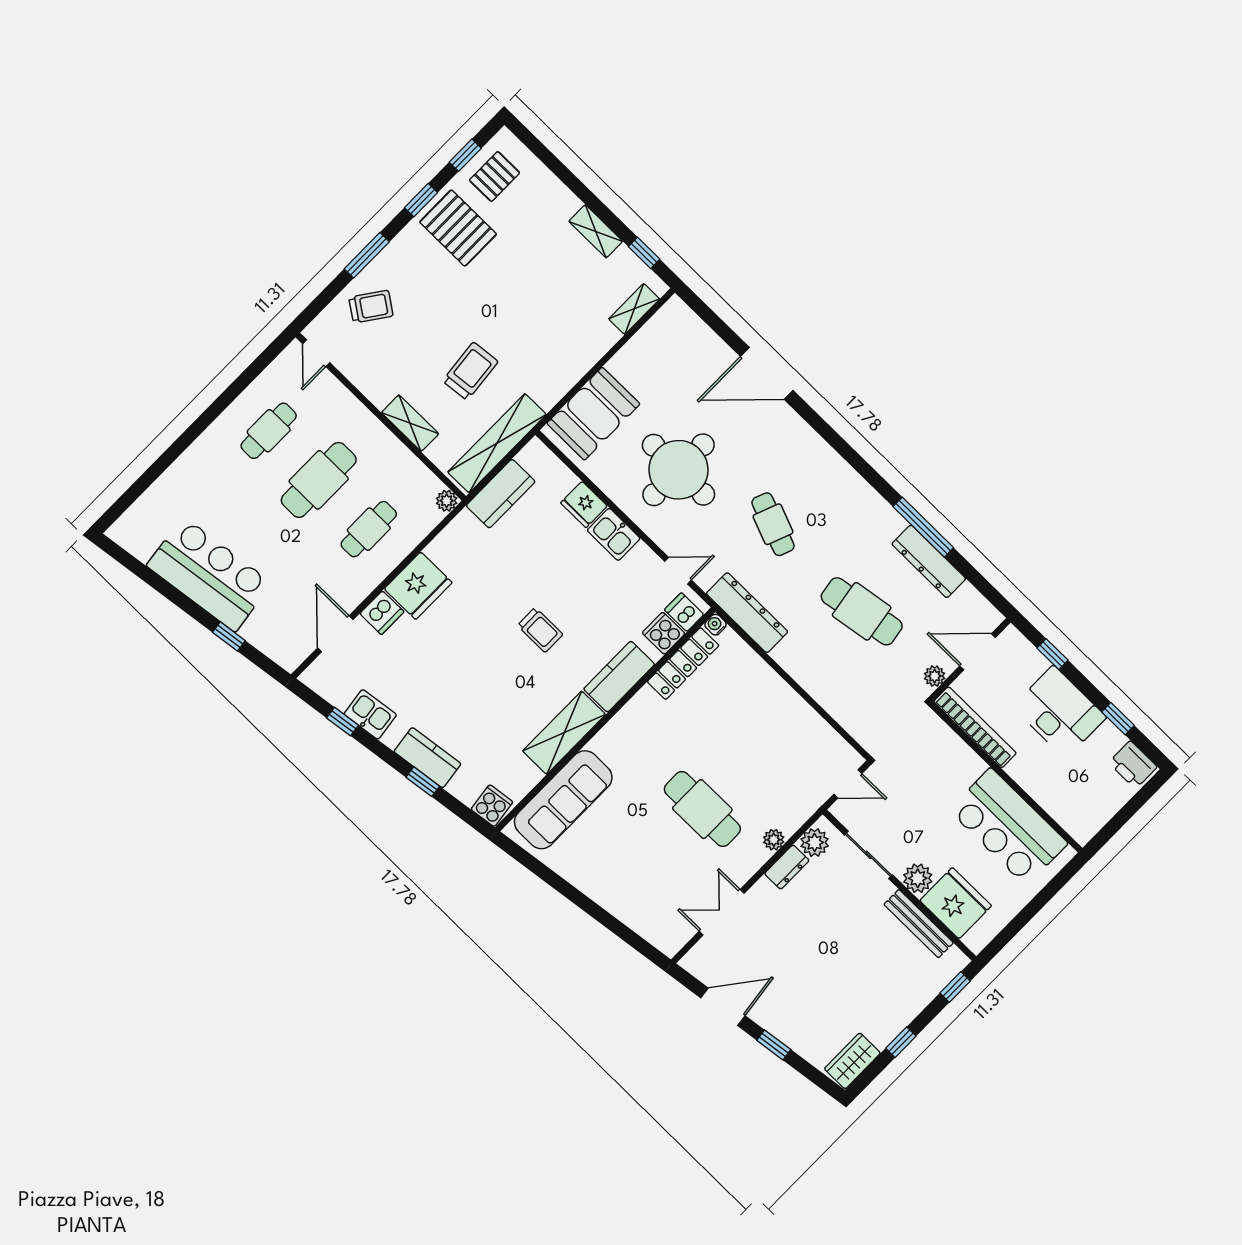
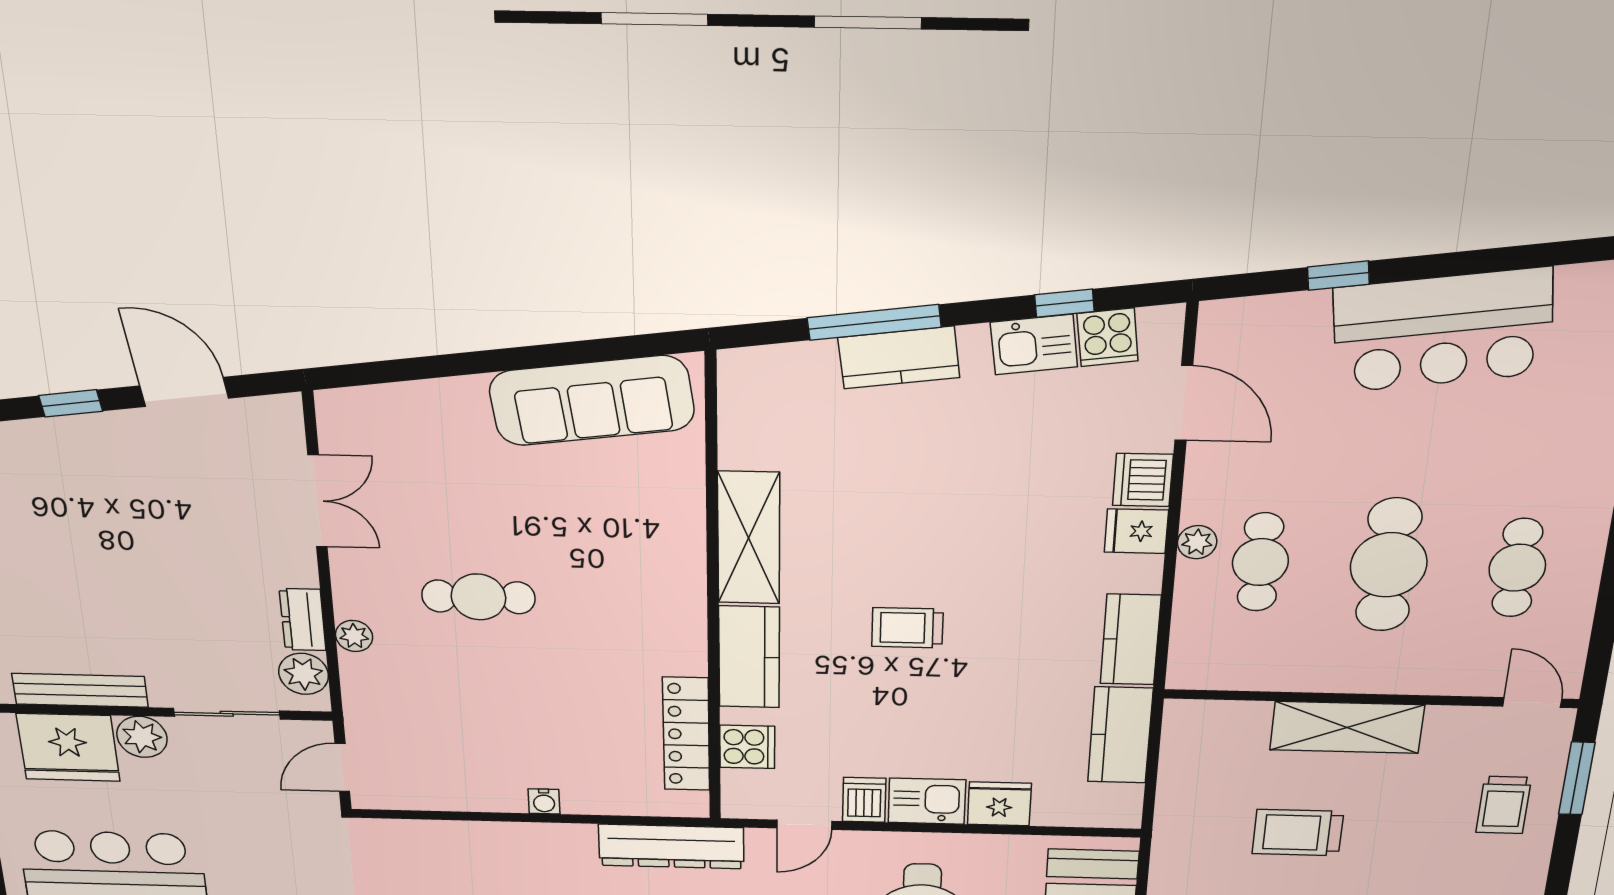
window: (367, 255) -> (1577, 779), moved
trolley: (371, 307) -> (1504, 805), turned -35
trolley: (470, 371) -> (1298, 833), turned 96
shelving: (410, 423) -> (1347, 727), width x1.50, depth x1.33
shelving: (497, 443) -> (1182, 784), removed
plant: (447, 501) -> (1197, 542), moved
kitchen counter: (454, 539) -> (1131, 640), added
fridge: (418, 586) -> (1136, 531), width x0.53, depth x0.75
dishwasher: (684, 612) -> (864, 800), moved, turned -90
water cooler: (716, 625) -> (544, 801), moved, turned 90
window: (423, 782) -> (874, 322), width x2.17
sofa: (563, 800) -> (592, 401), moved, turned -98
cooker: (492, 806) -> (1108, 337), moved
cafe table: (702, 809) -> (478, 597), width x0.73, depth x0.74
door: (723, 1007) -> (184, 392), swing flipped

